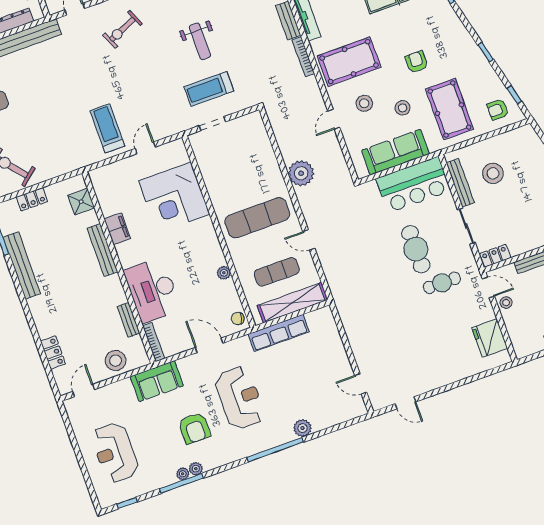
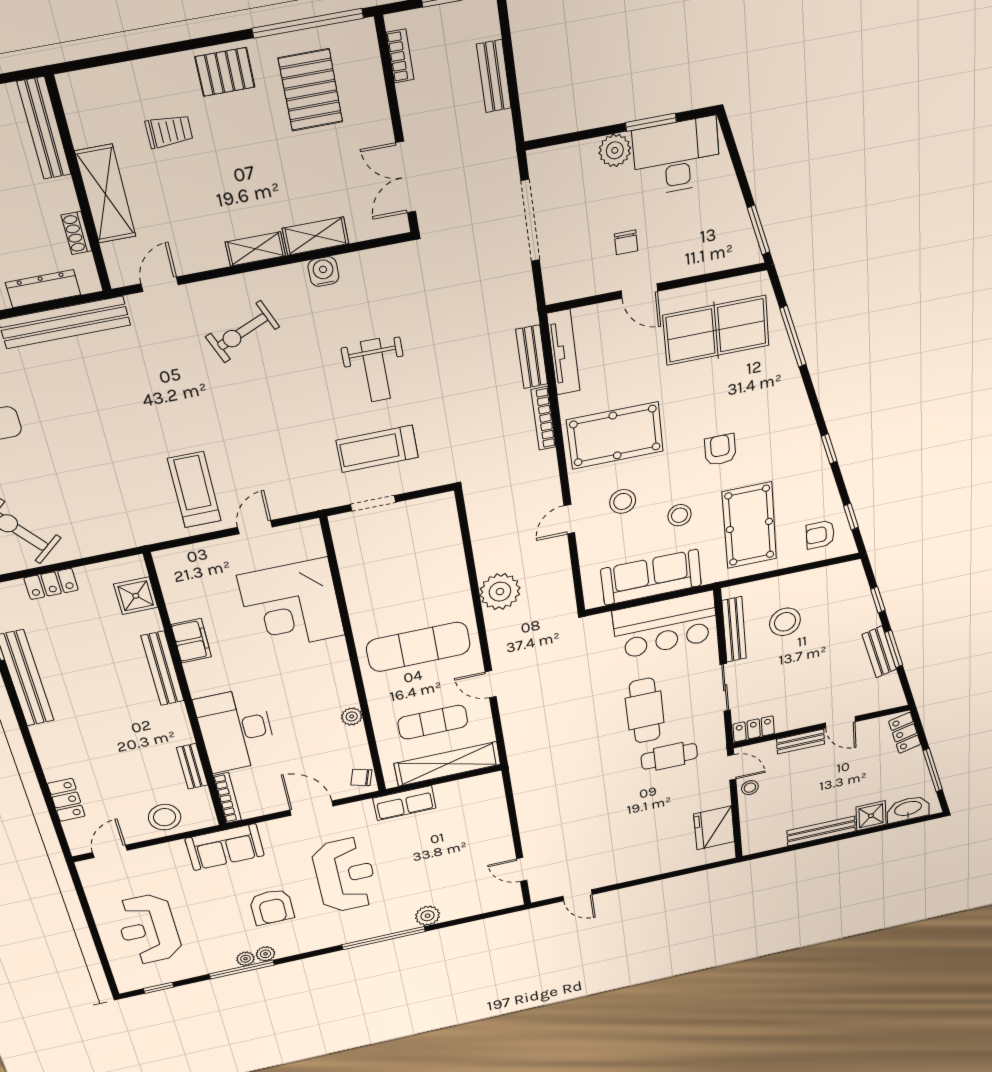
row of seats: (279, 333) -> (404, 803), width x0.68

